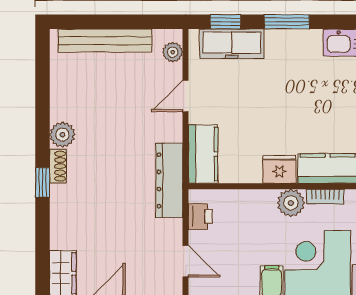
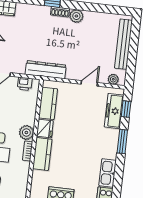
door: (186, 96) -> (89, 83), hinge flipped
kitchen counter: (203, 154) -> (48, 103), moved, turned -90

